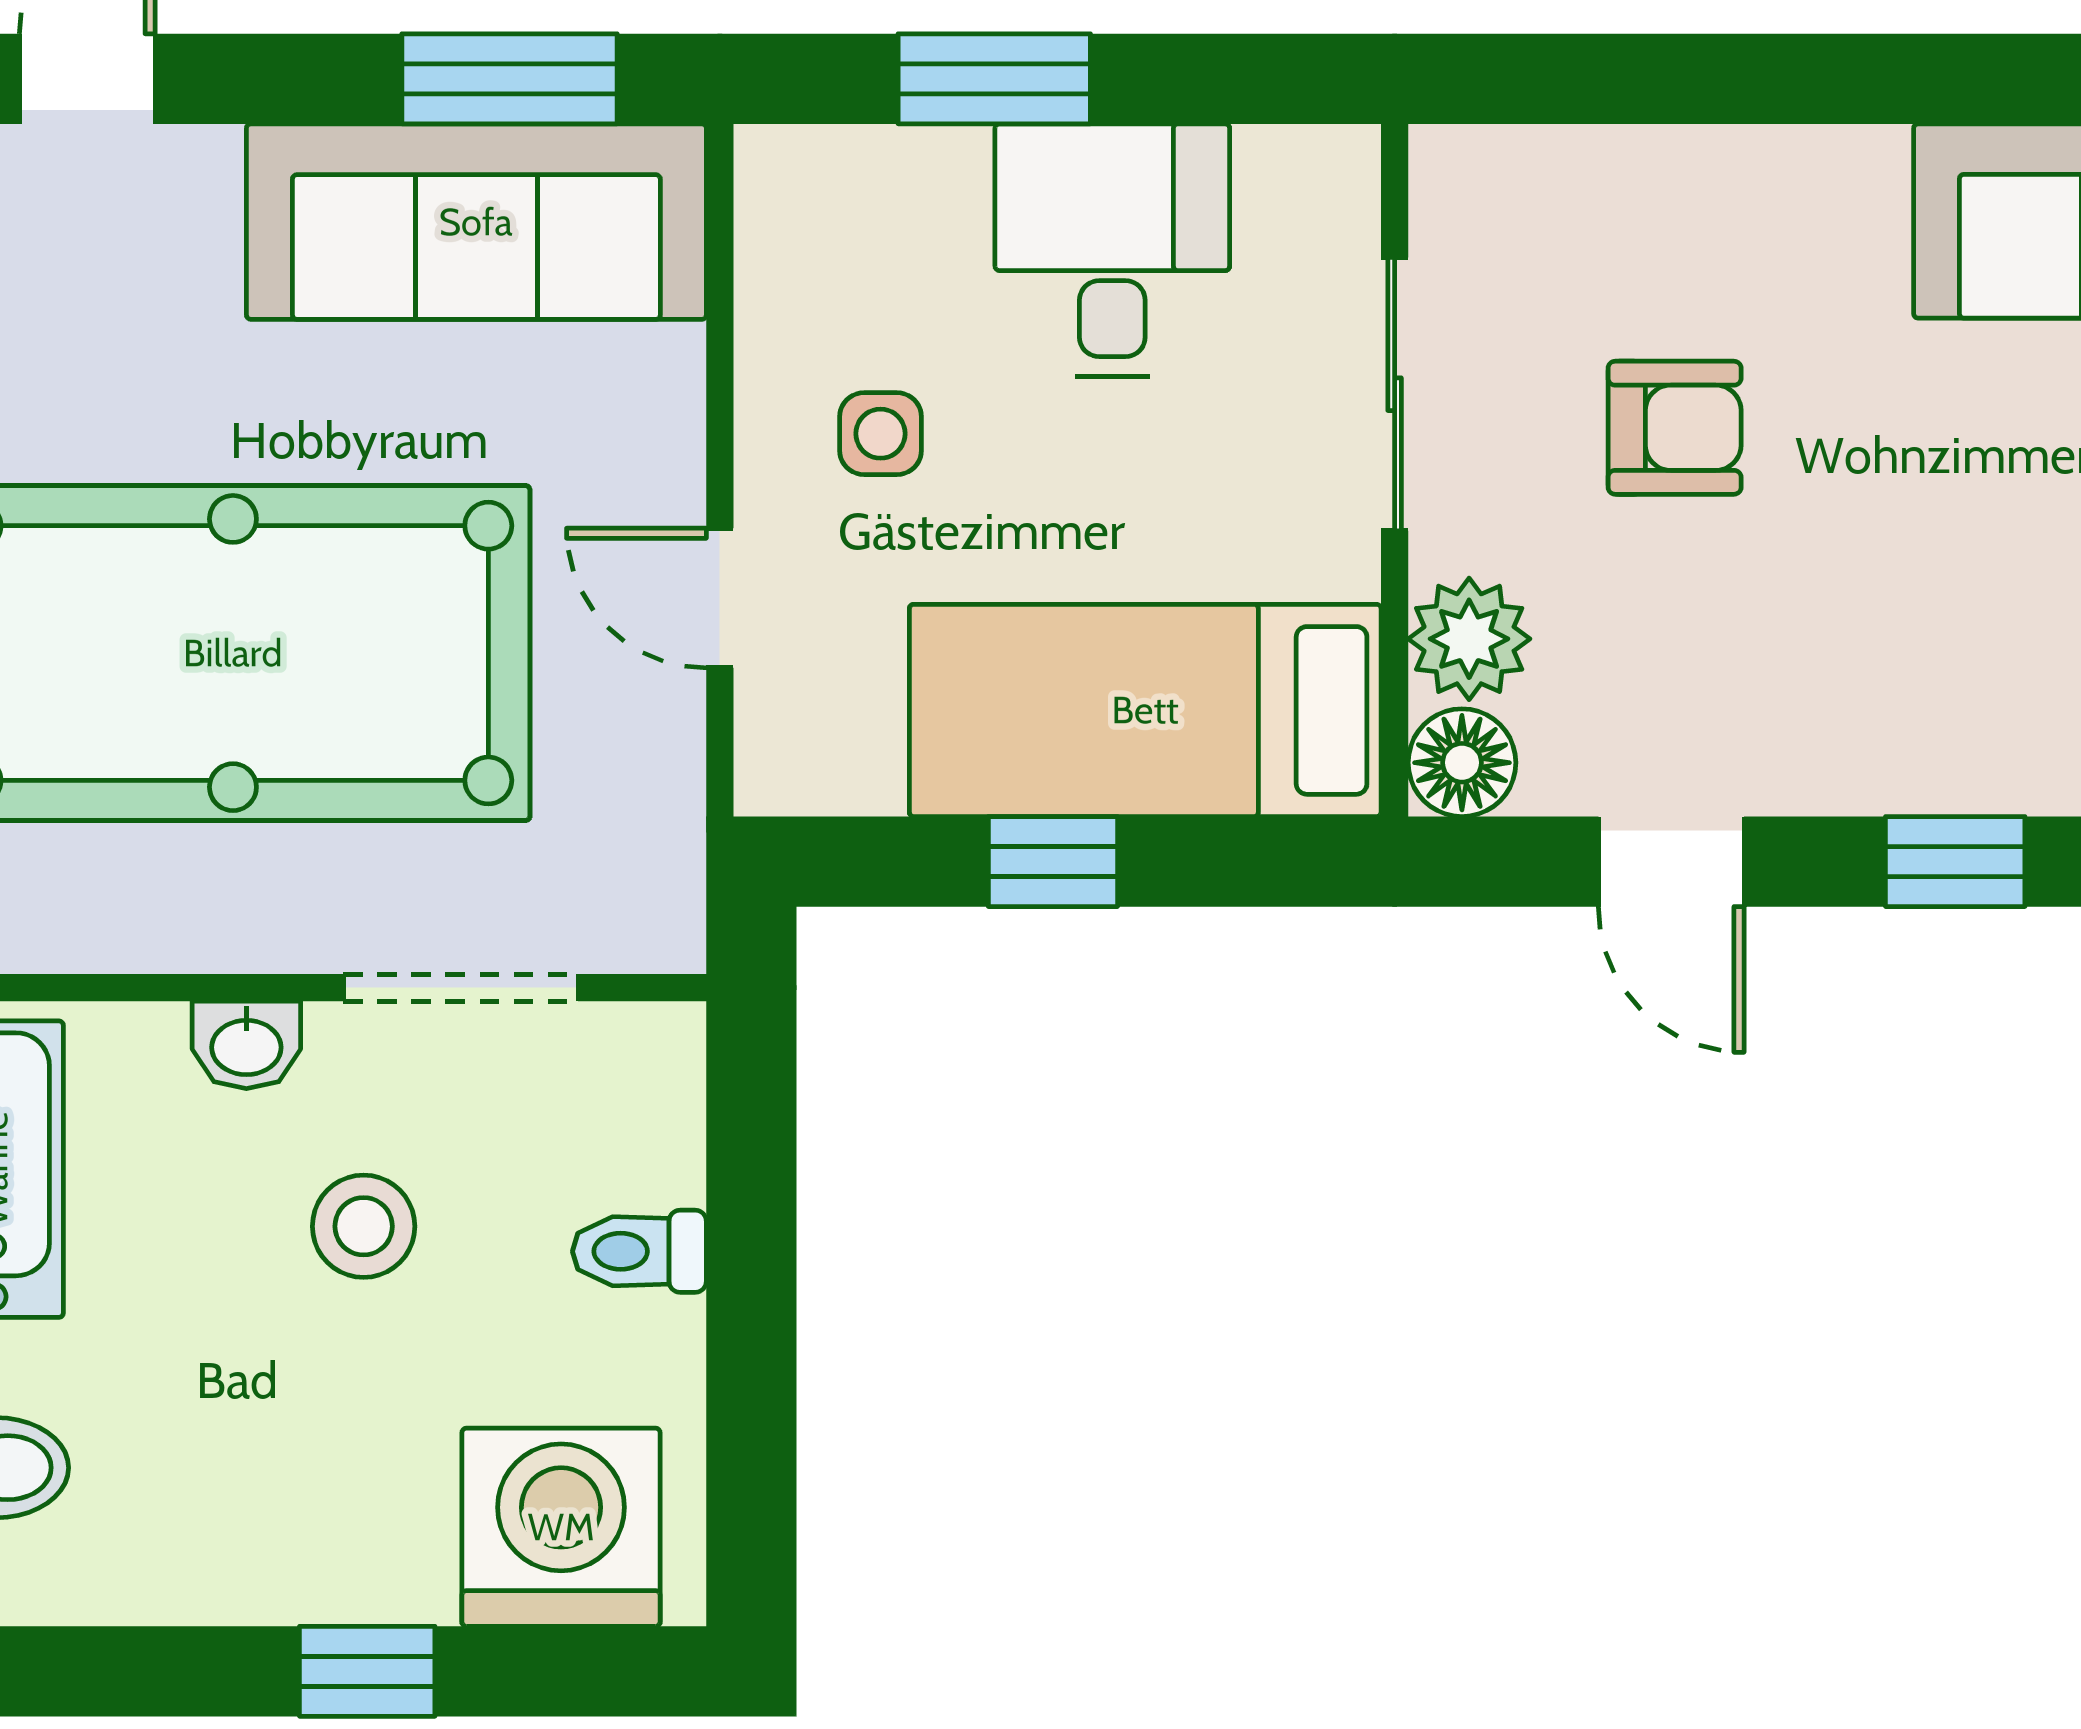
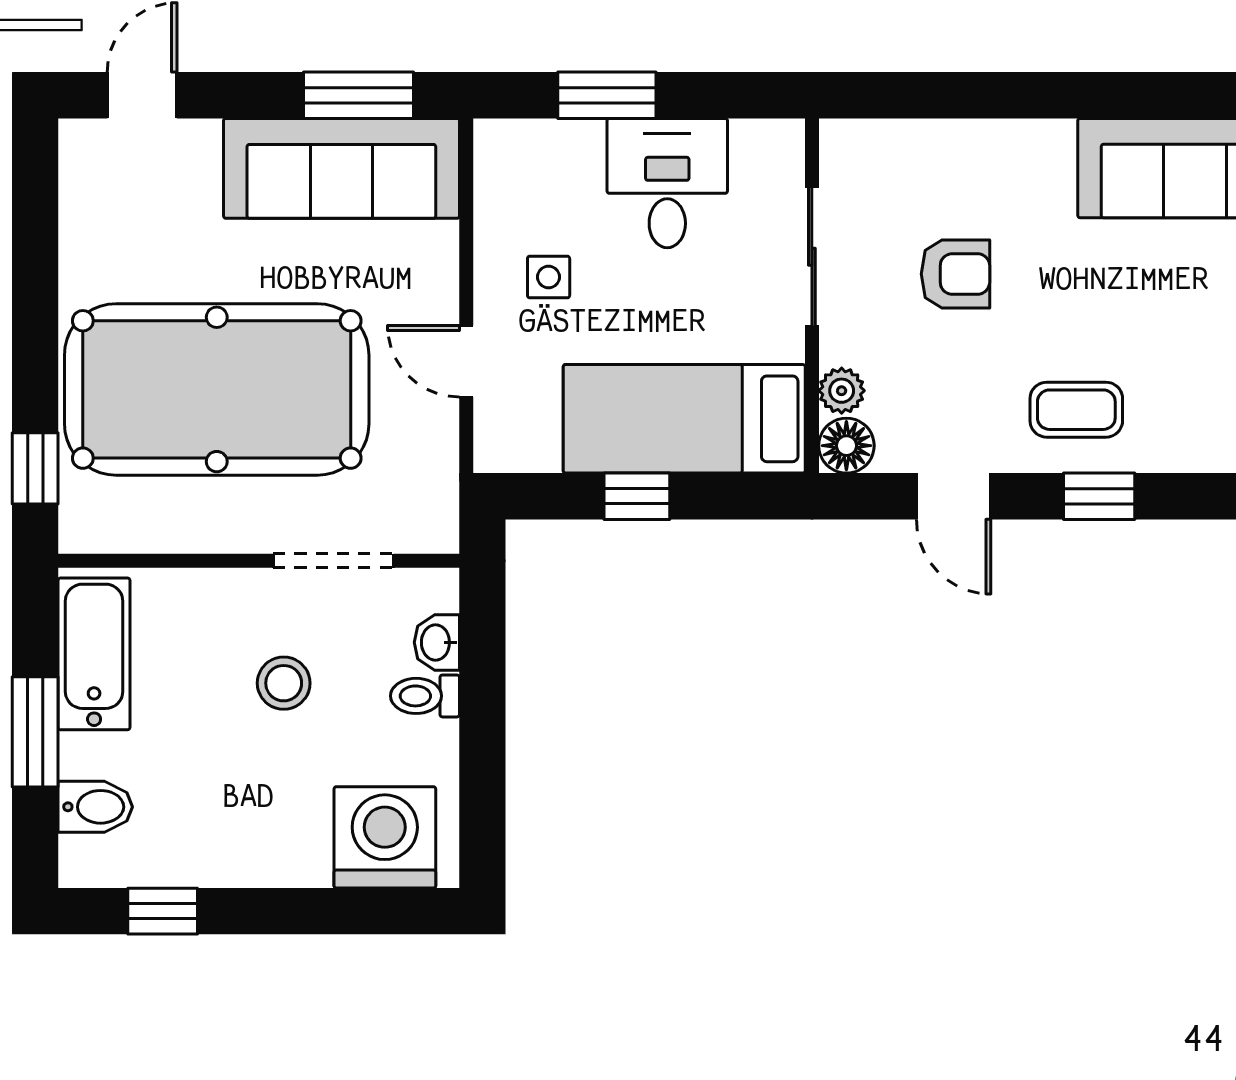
plant: (1469, 639) -> (842, 391), width x0.73, depth x0.73
coffee table: (1911, 693) -> (1076, 410), added
washbasin: (246, 1045) -> (437, 642), moved, turned 90
window: (367, 1671) -> (163, 911), moved

